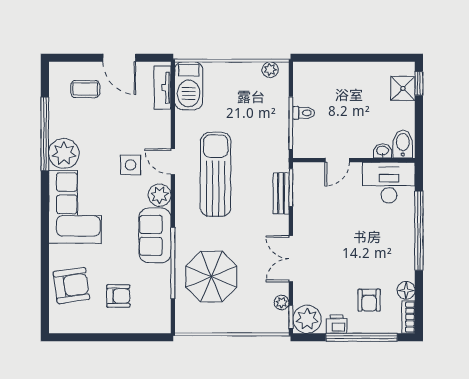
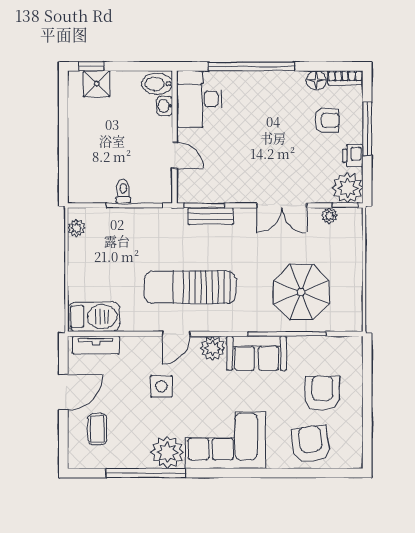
side table: (131, 165) -> (161, 386), moved
armchair: (118, 296) -> (322, 393), width x1.38, depth x1.38
window: (362, 337) -> (367, 129), width x0.68

